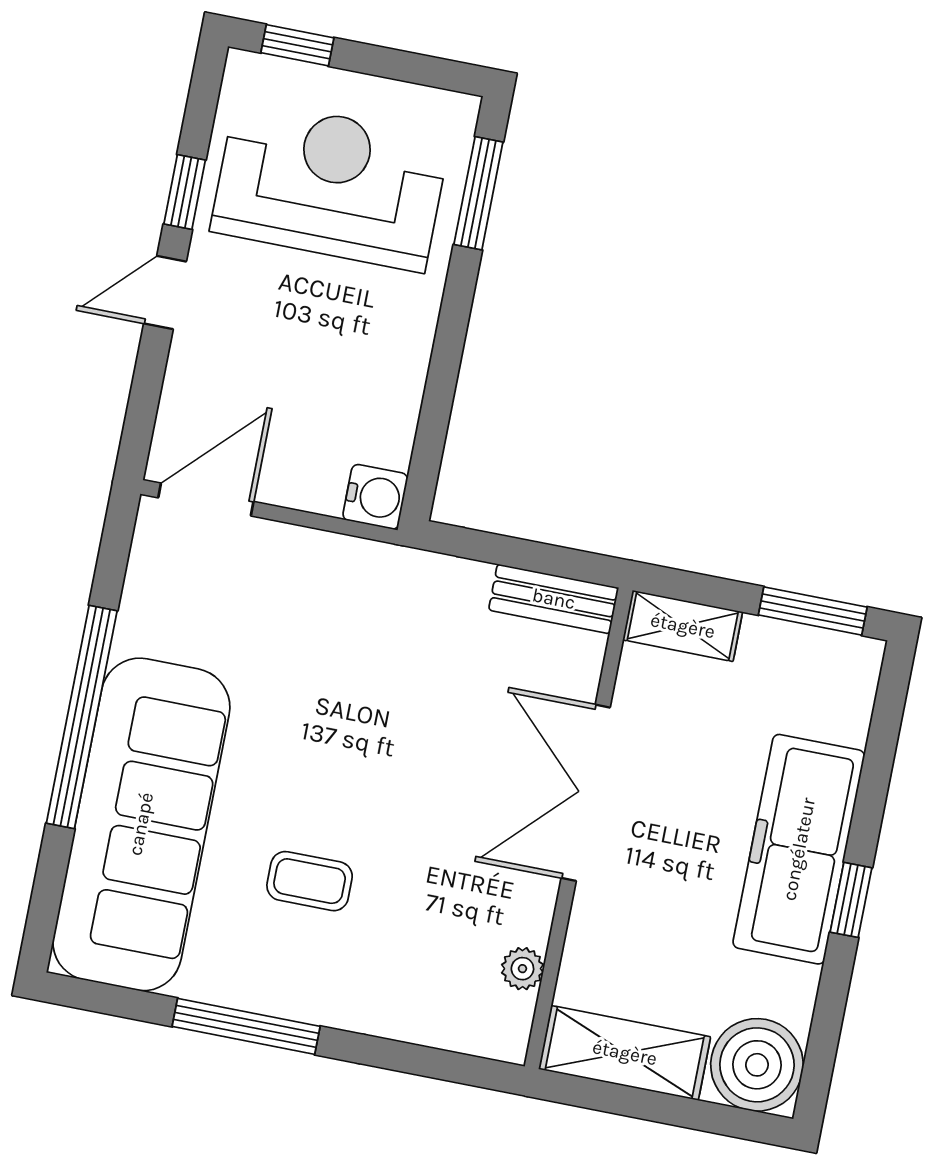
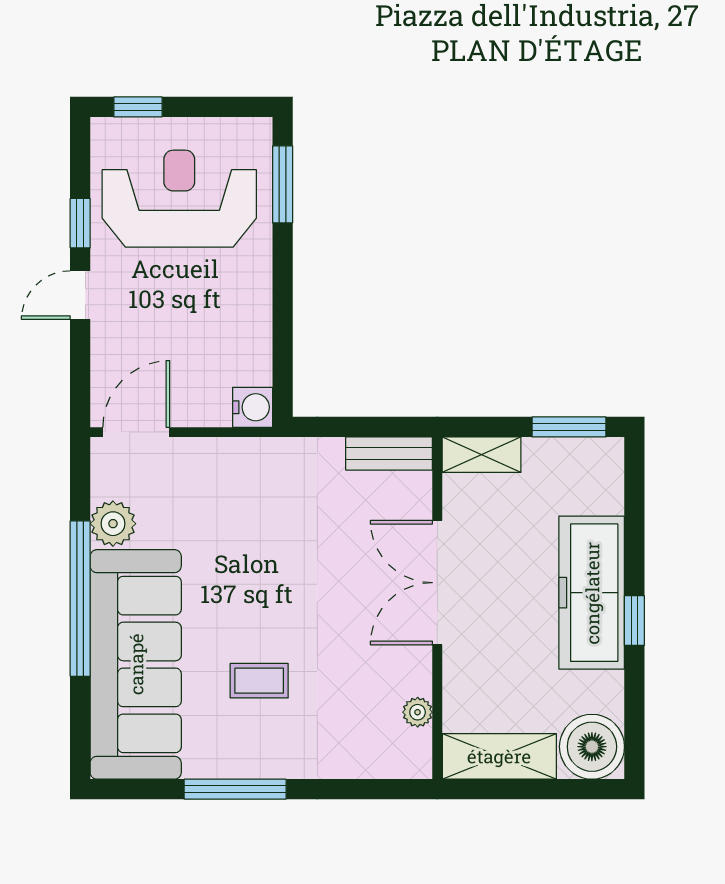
plant: (148, 621) -> (113, 524), added

